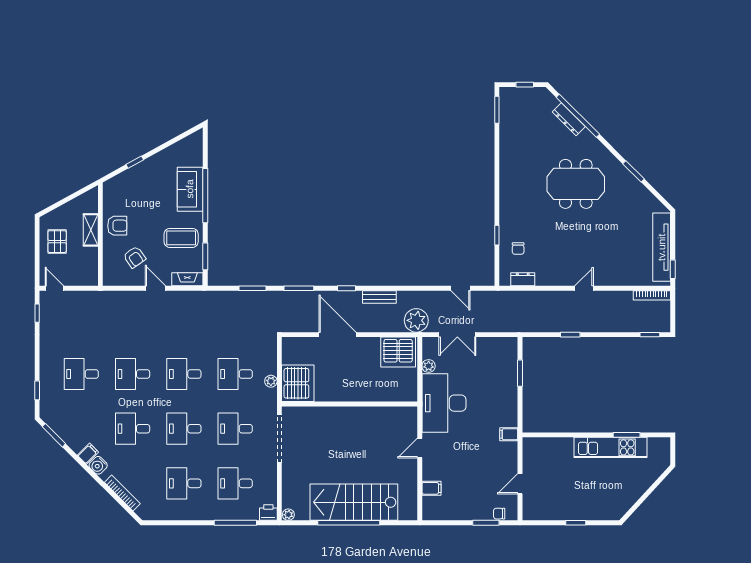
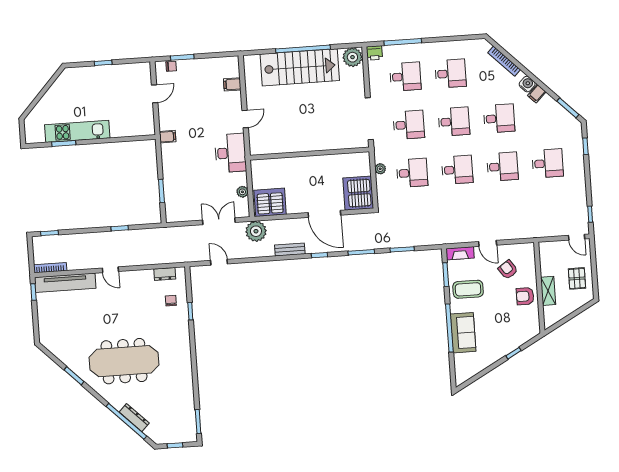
meeting table: (576, 184) -> (124, 361), width x1.36
tv unit: (662, 247) -> (65, 283), moved, turned 90
door: (584, 288) -> (110, 270), hinge flipped
server rack: (298, 383) -> (358, 193), moved
desk: (444, 403) -> (230, 153), width x0.73, depth x0.77
plant: (288, 515) -> (352, 57), width x1.87, depth x1.87

